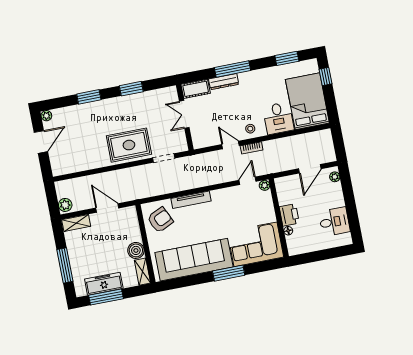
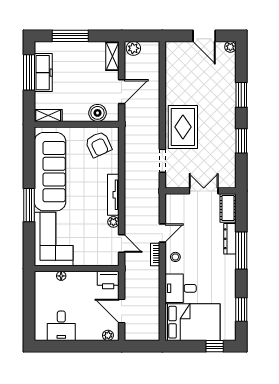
plant: (265, 185) -> (113, 222), moved
tv unit: (191, 200) -> (113, 195), moved
printer: (289, 215) -> (108, 280), moved
boiler: (136, 250) -> (97, 113), moved

